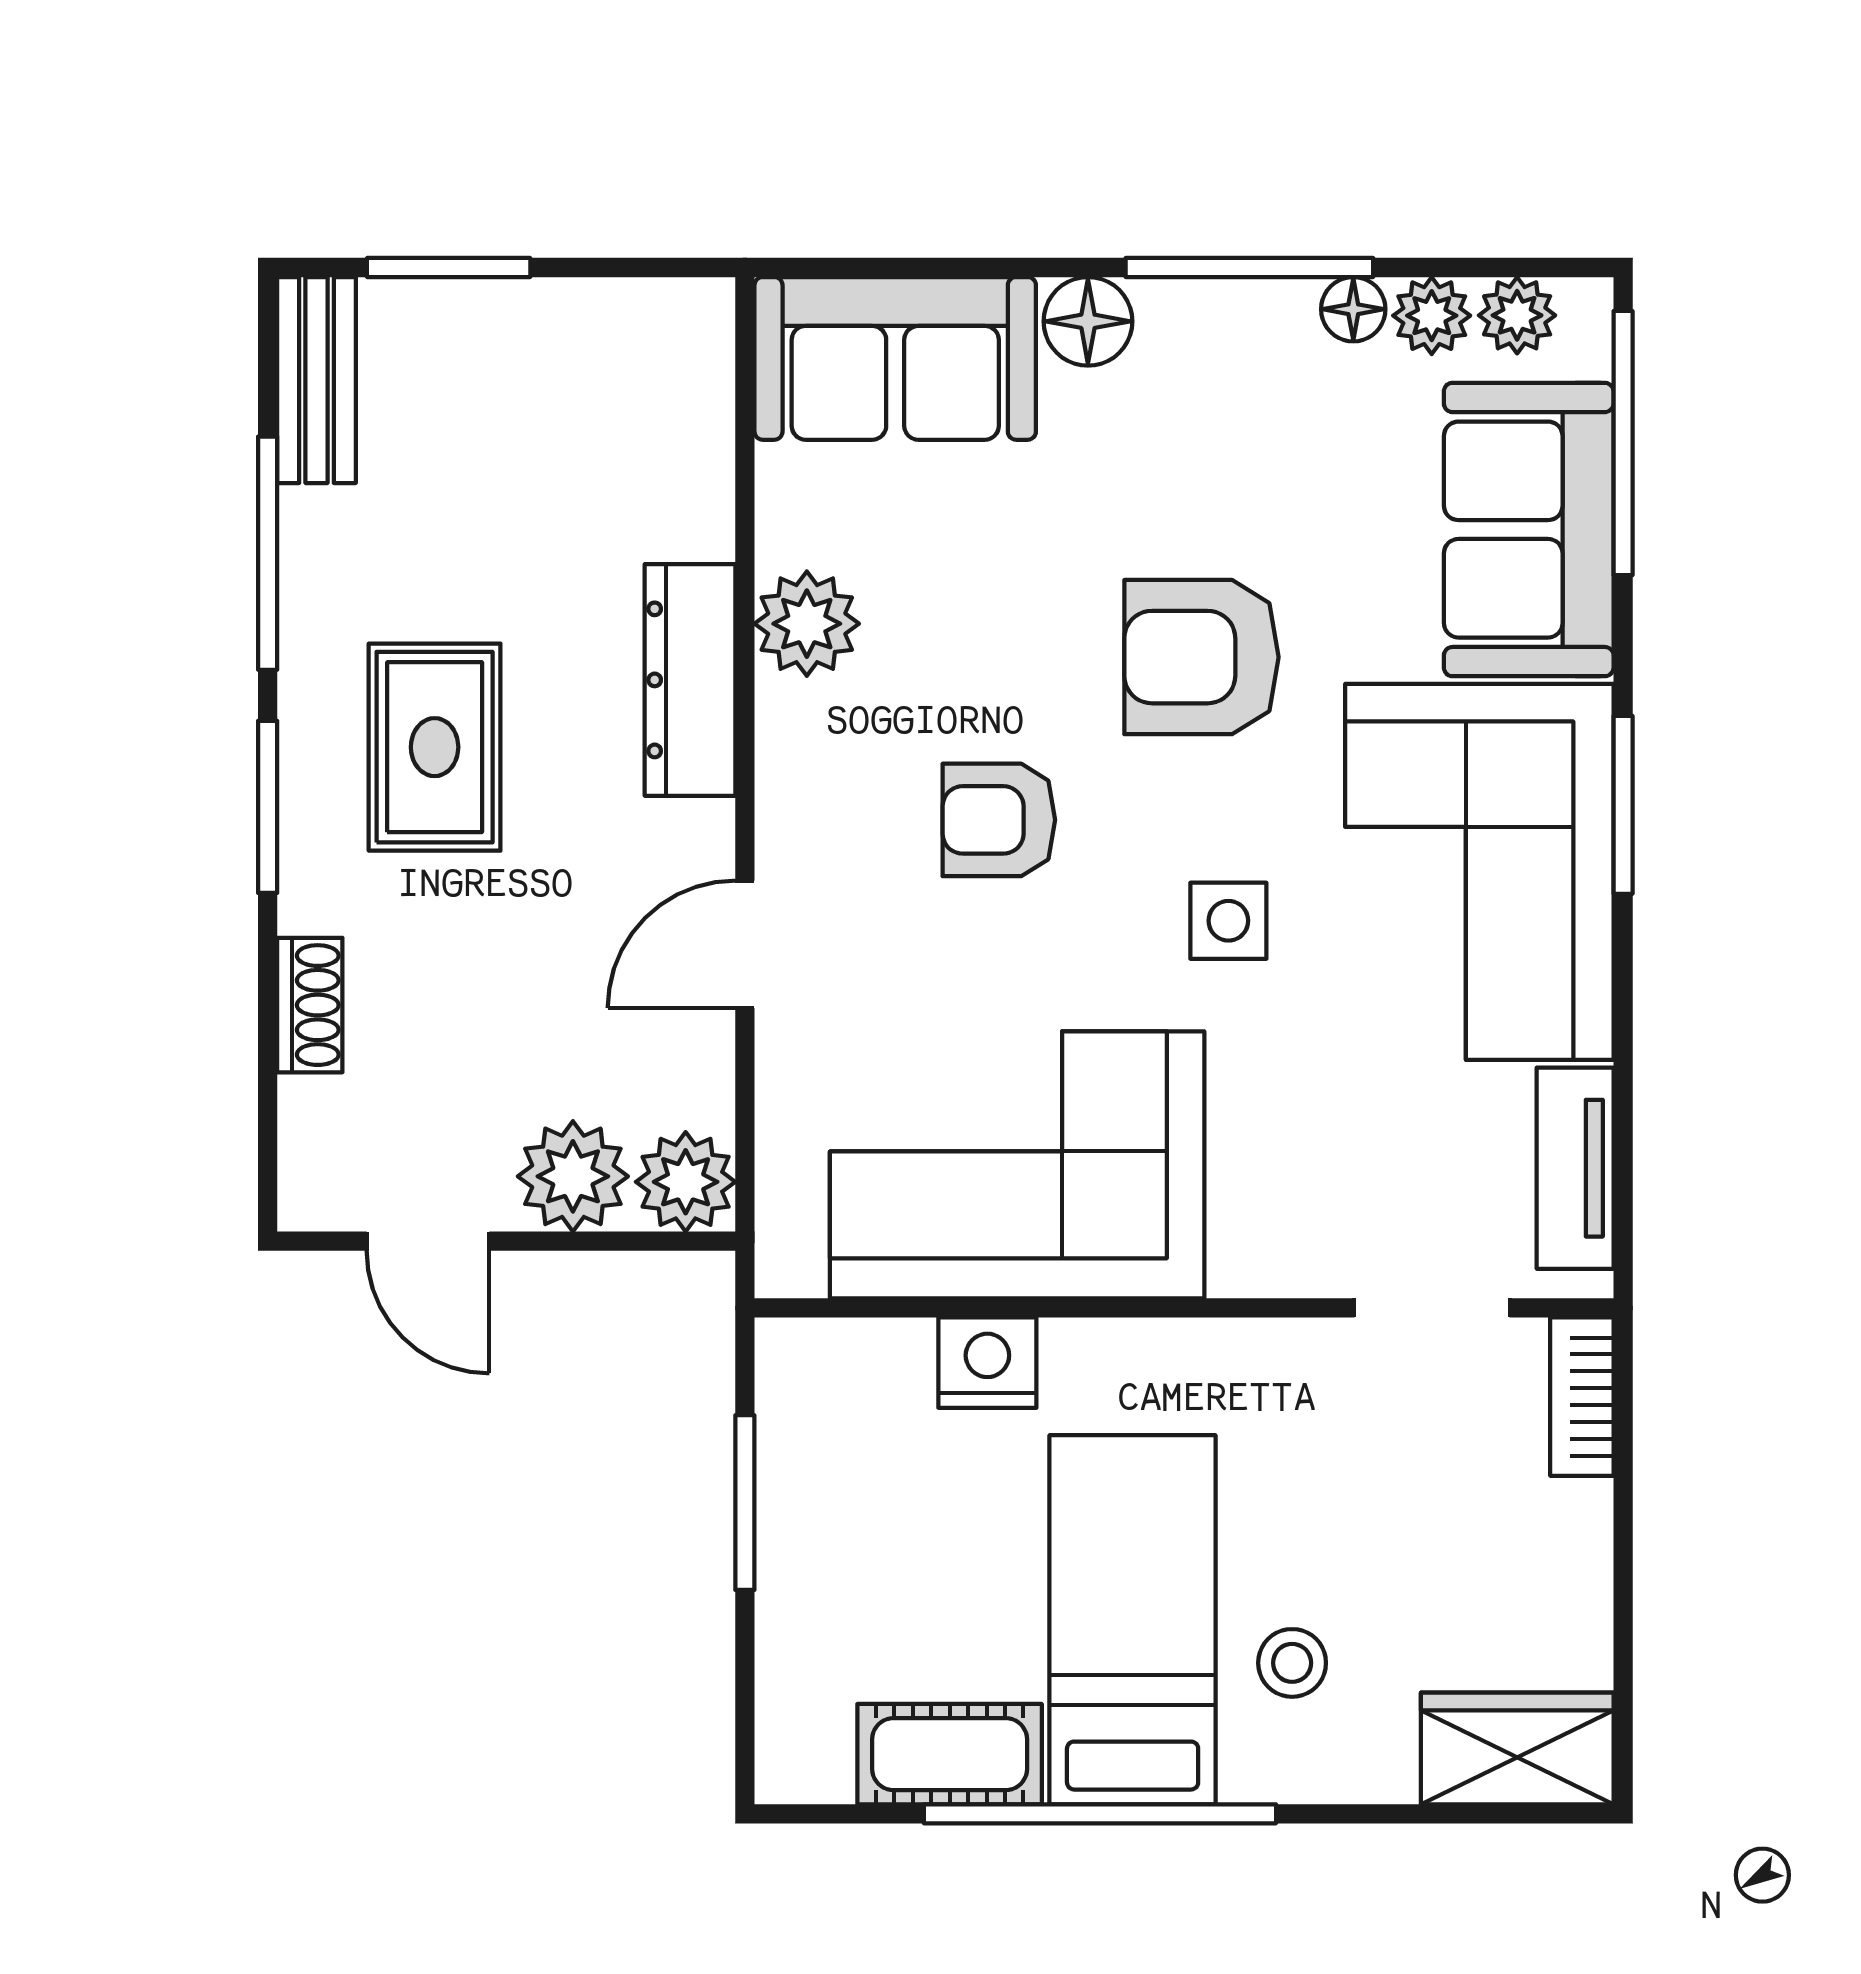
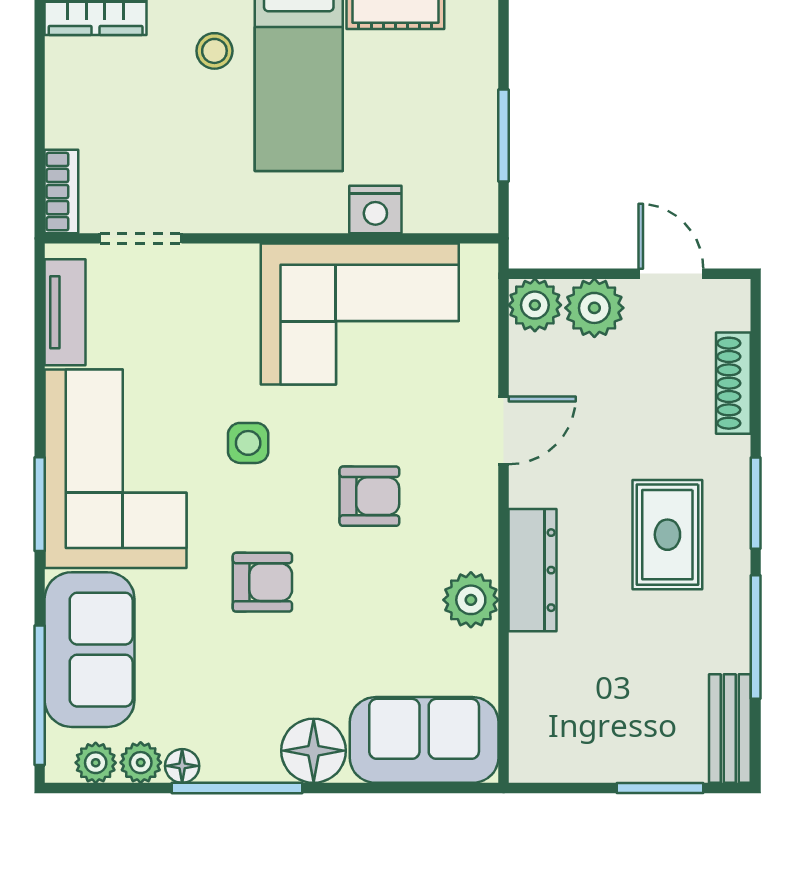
floor lamp: (1088, 321) -> (314, 751), width x1.38, depth x1.38
armchair: (1201, 657) -> (262, 582), width x0.72, depth x0.72
shoe rack: (310, 1005) -> (733, 383), width x1.43

